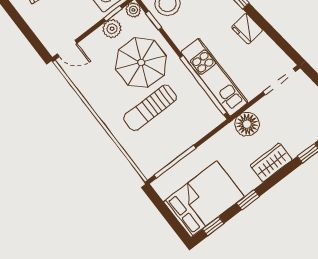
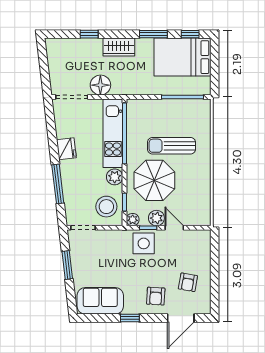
plant: (181, 37) -> (115, 177), added
door: (67, 49) -> (174, 228), moved
sun lounger: (150, 108) -> (172, 146), turned 180
floor lamp: (247, 124) -> (100, 85), moved
window: (248, 200) -> (153, 34), width x1.50

